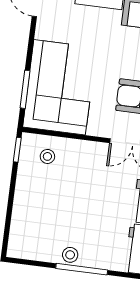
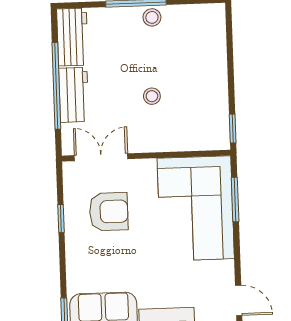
stool: (47, 156) -> (152, 96), moved

